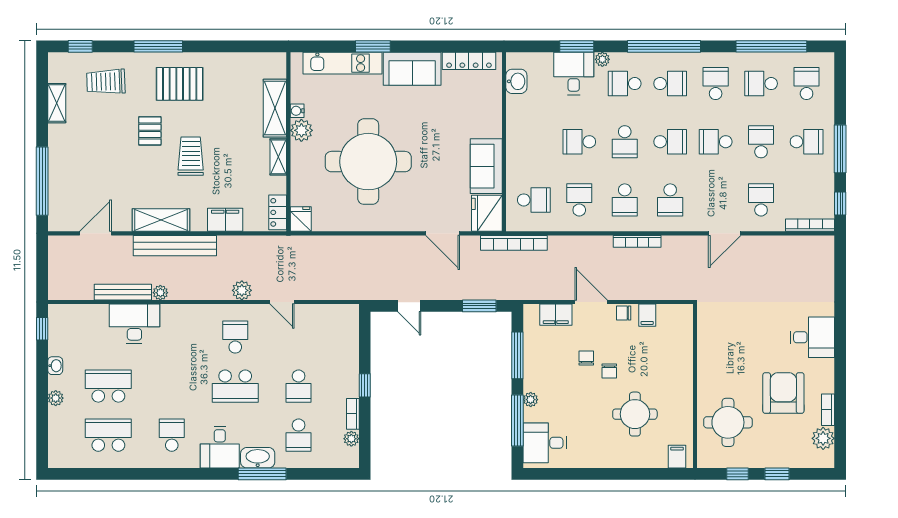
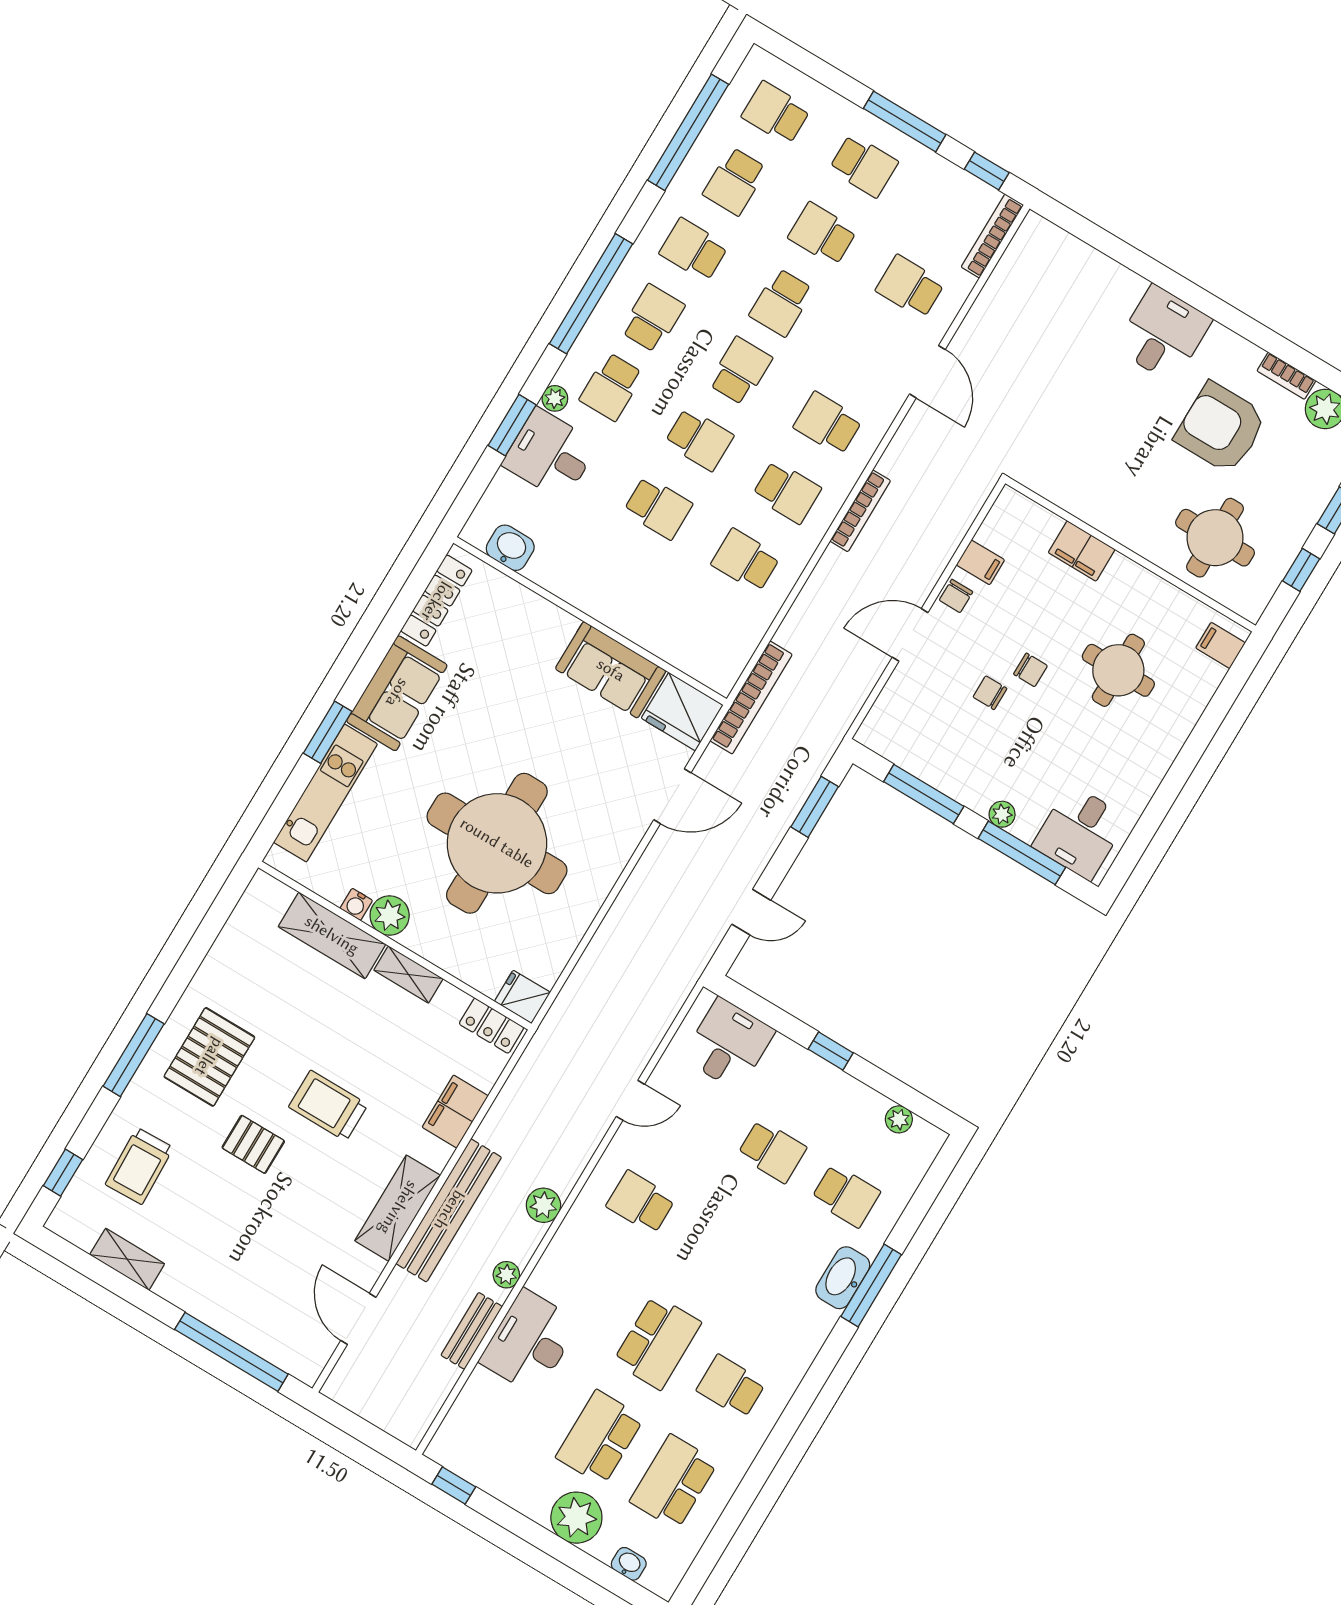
school desk: (579, 142) -> (658, 508), turned -90
school desk: (807, 142) -> (864, 166), turned 90
school desk: (534, 200) -> (704, 629), removed
school desk: (670, 200) -> (828, 424), turned 180
plant: (242, 290) -> (543, 1205), moved
bench: (123, 292) -> (472, 1331), width x0.73
filing cabinet: (556, 315) -> (1082, 551), moved, turned 90
washbasin: (55, 366) -> (629, 1564), moved
school desk: (235, 386) -> (657, 1342), moved
plant: (56, 398) -> (576, 1518), width x1.87, depth x1.87
bookcase: (353, 414) -> (863, 1095), removed
desk: (220, 447) -> (729, 1044), moved, turned -90

